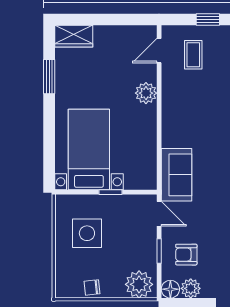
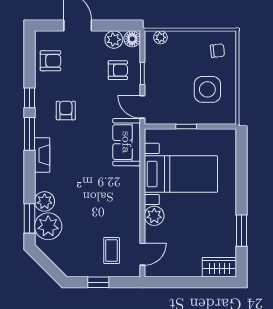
bed with nightstands: (89, 150) -> (181, 174), moved, turned -90
plant: (139, 284) -> (160, 37), width x0.53, depth x0.53
chair: (92, 287) -> (217, 51), moved

